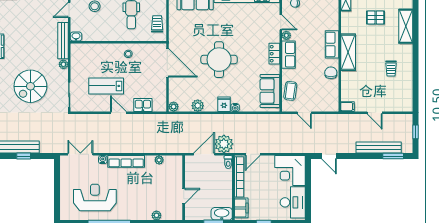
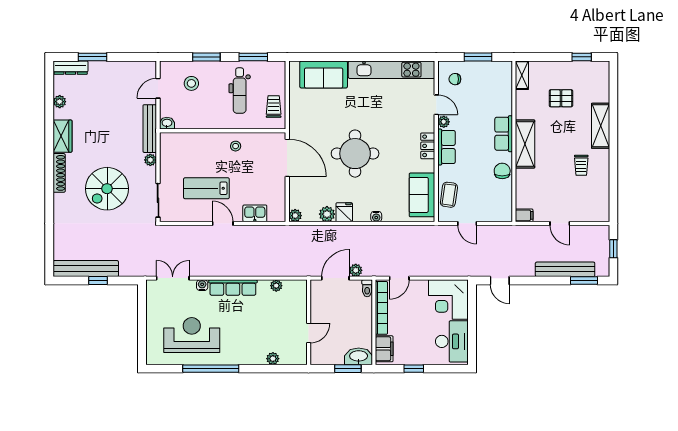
shelving: (406, 26) -> (601, 126), moved
fridge: (224, 104) -> (344, 212), moved
plant: (224, 144) -> (356, 270), width x0.53, depth x0.53

